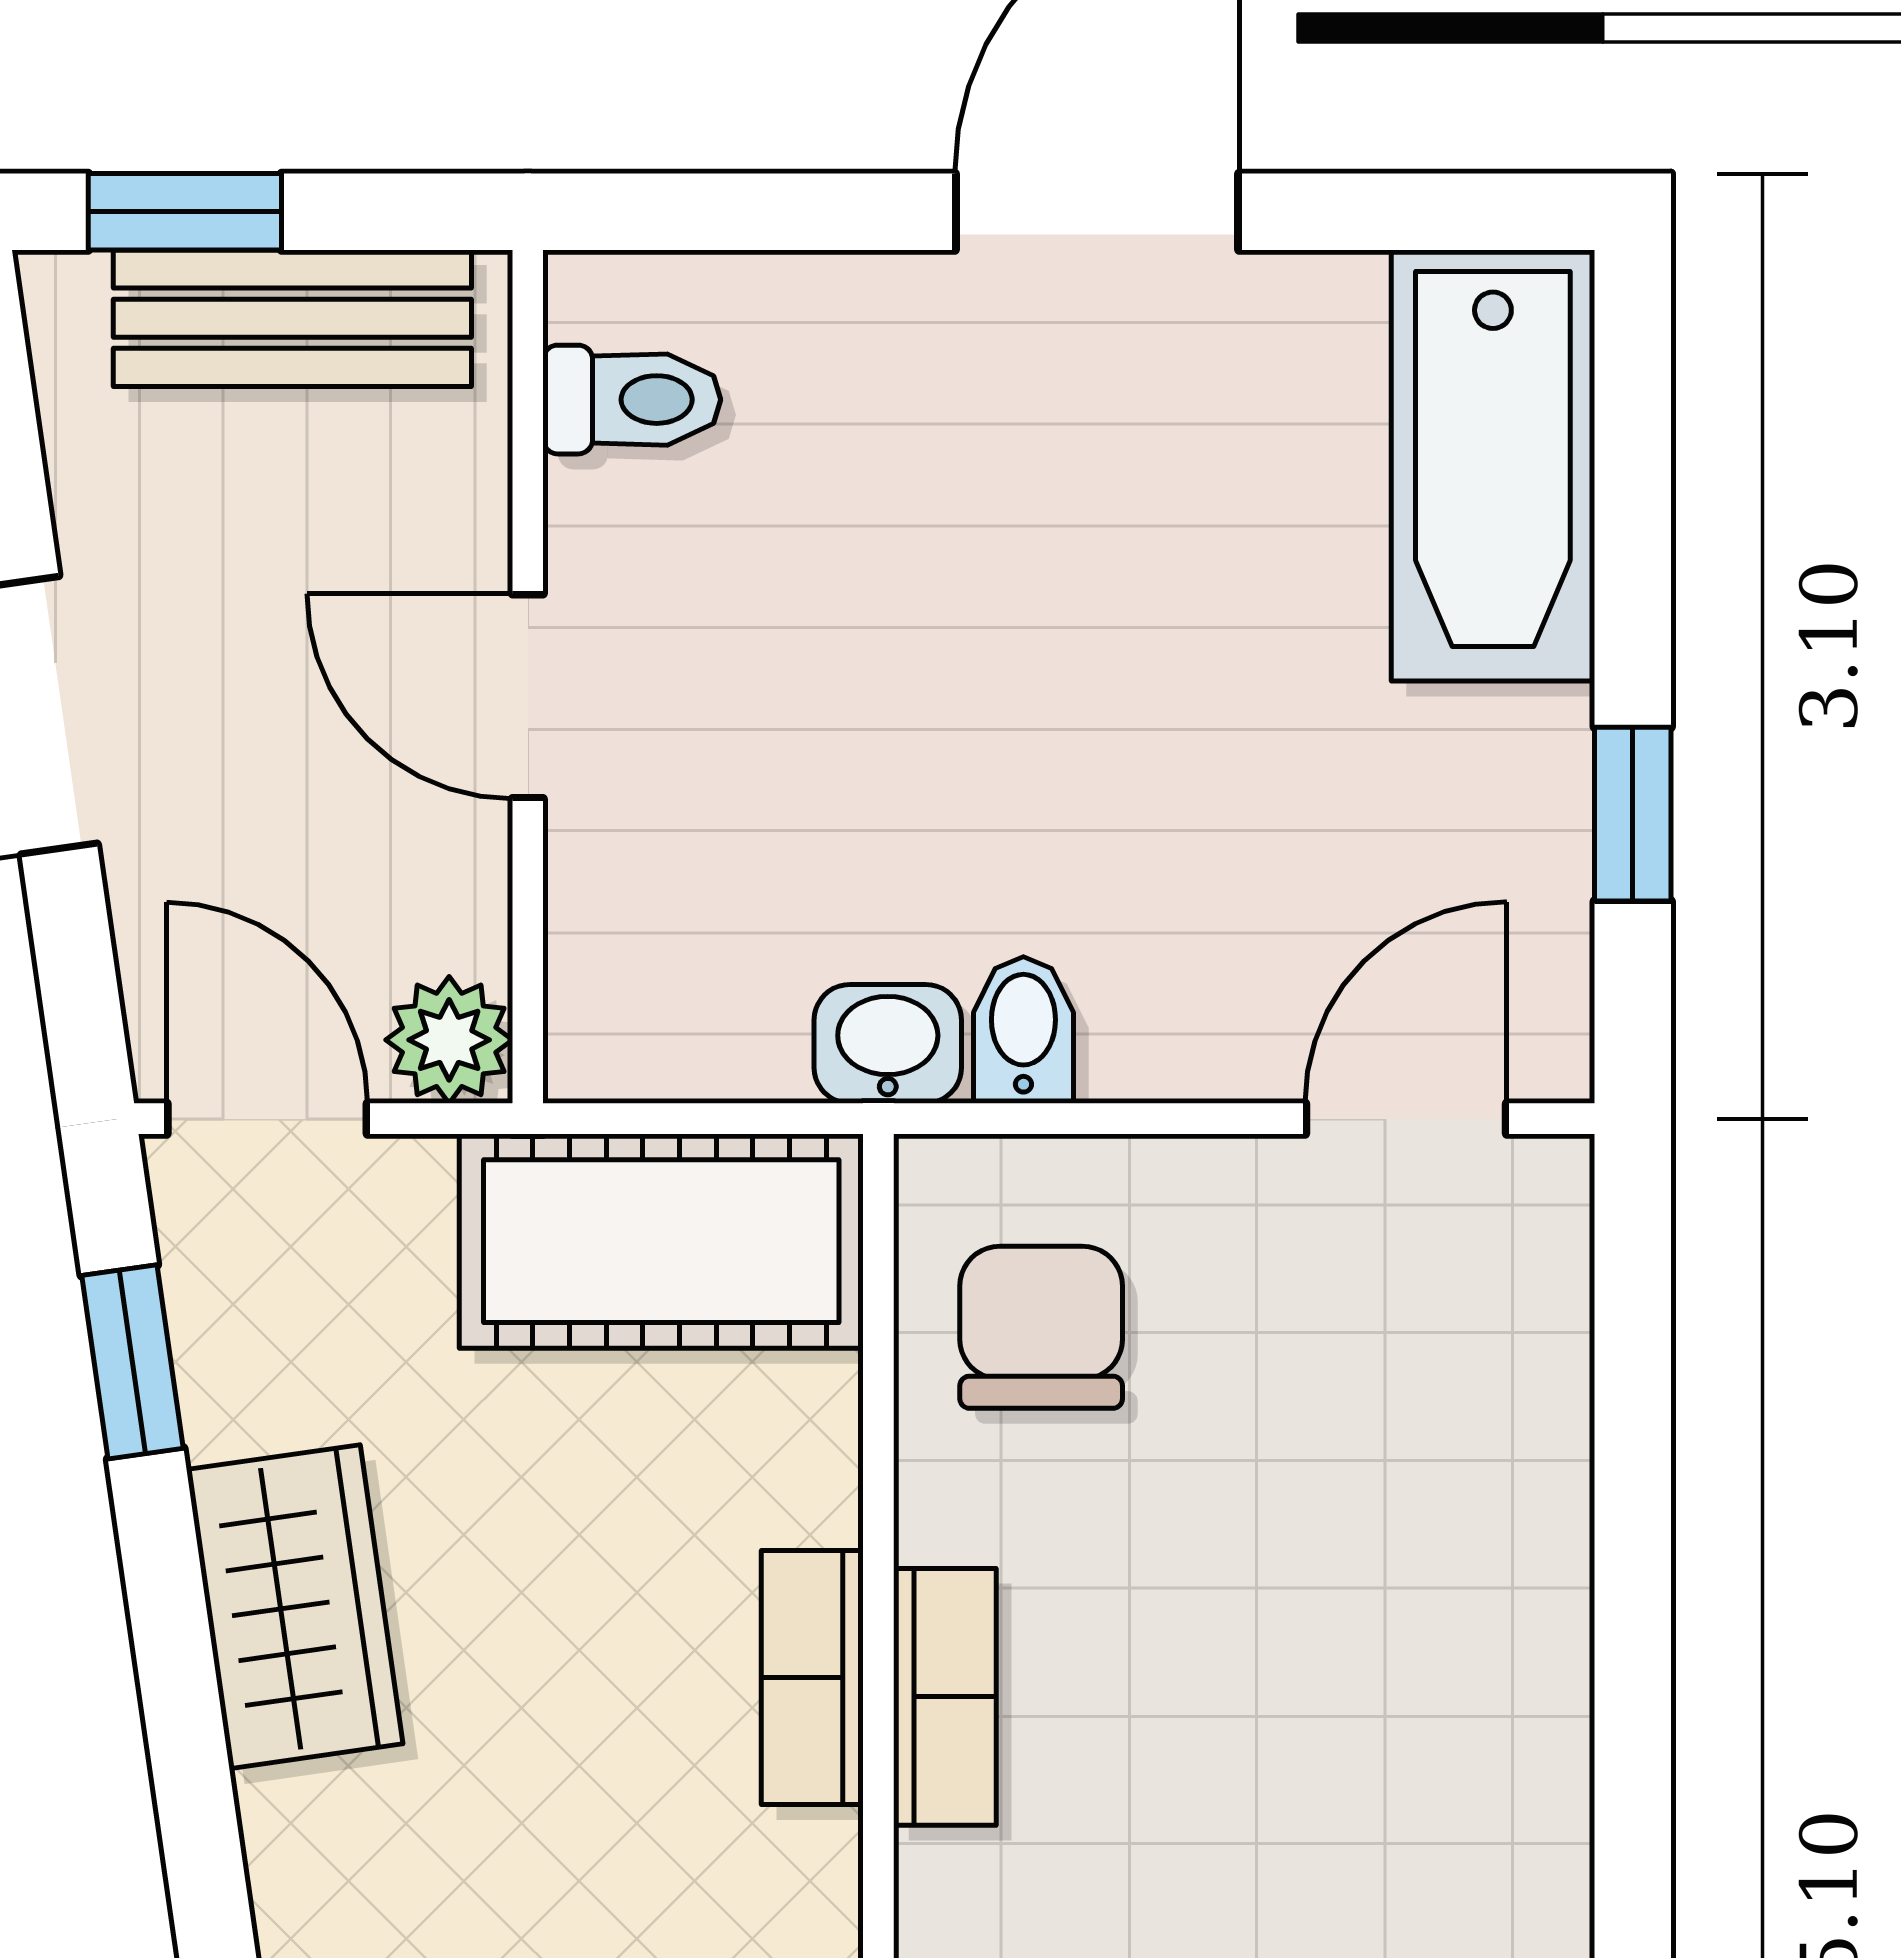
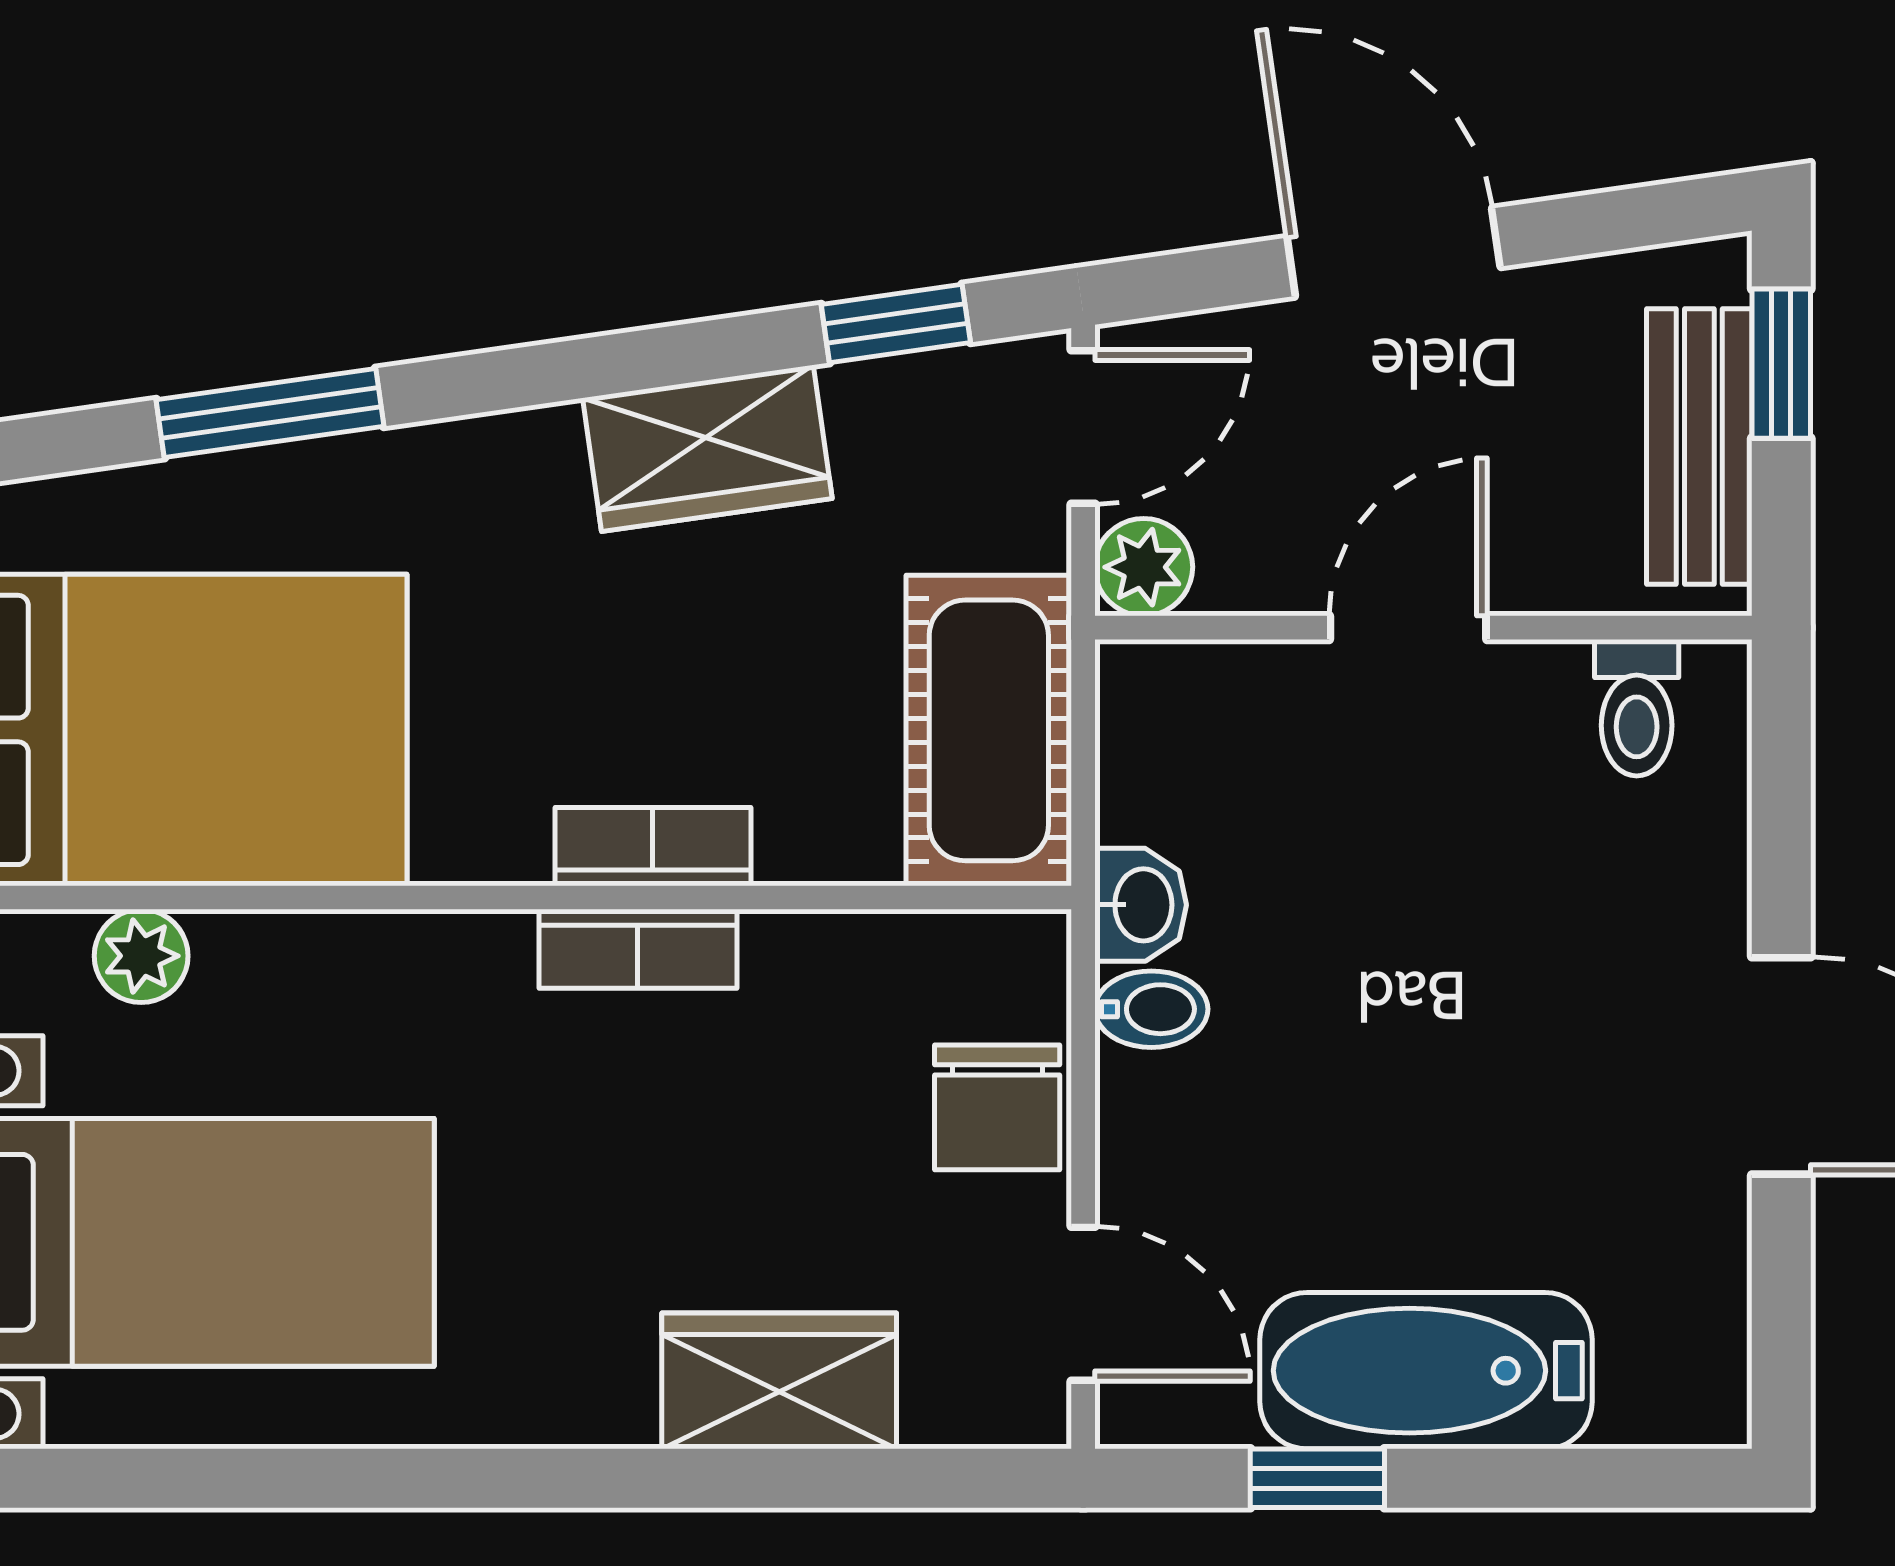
bathtub: (1493, 465) -> (1426, 1371), moved
chair: (1041, 1327) -> (997, 1107), moved, turned 90
wardrobe: (1506, 1513) -> (779, 1381), added

